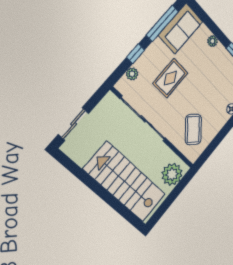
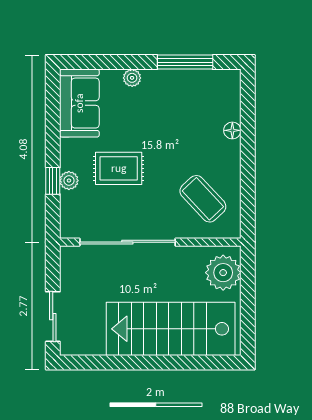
window: (162, 23) -> (53, 119), removed
plant: (132, 74) -> (69, 181), moved
rug: (170, 78) -> (119, 168), turned 90

